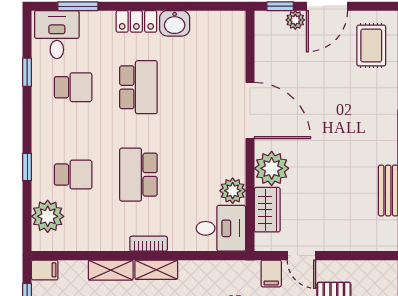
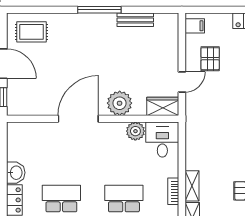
plant: (295, 20) -> (13, 86), removed
school desk: (138, 175) -> (124, 198), turned 180
wardrobe: (267, 210) -> (163, 106), moved
filing cabinet: (271, 273) -> (195, 26), moved

